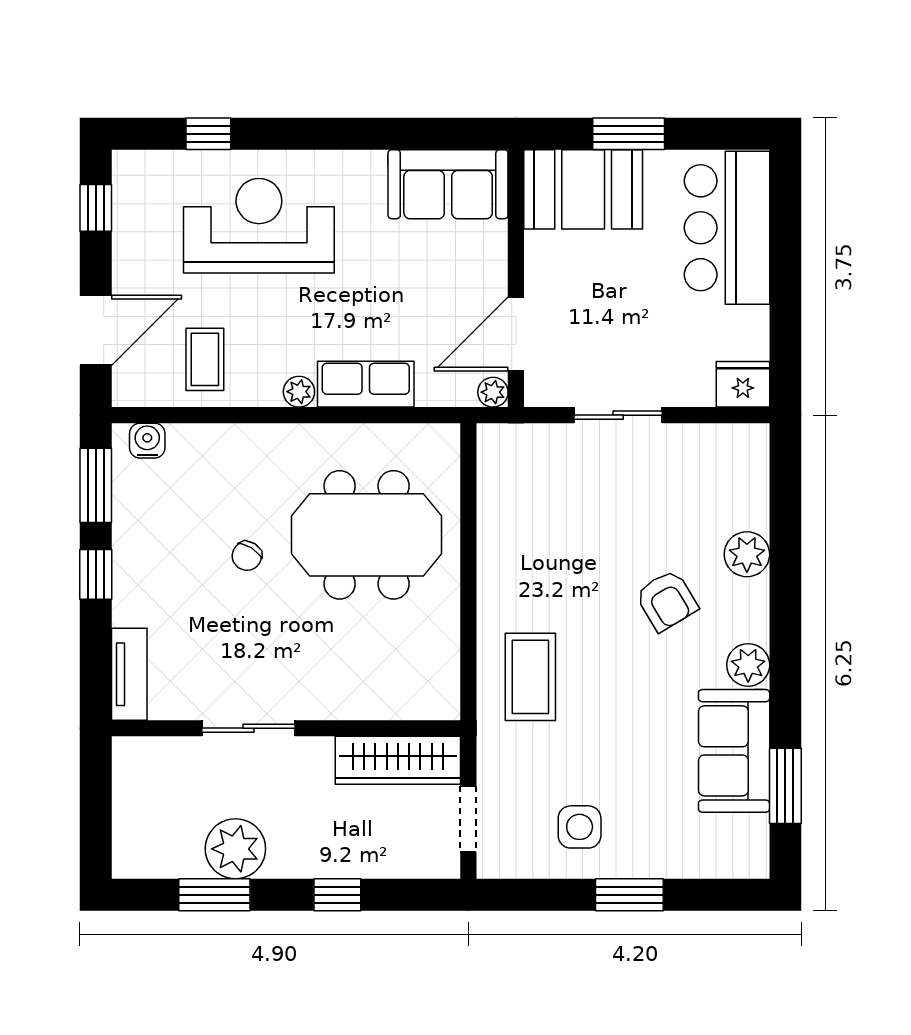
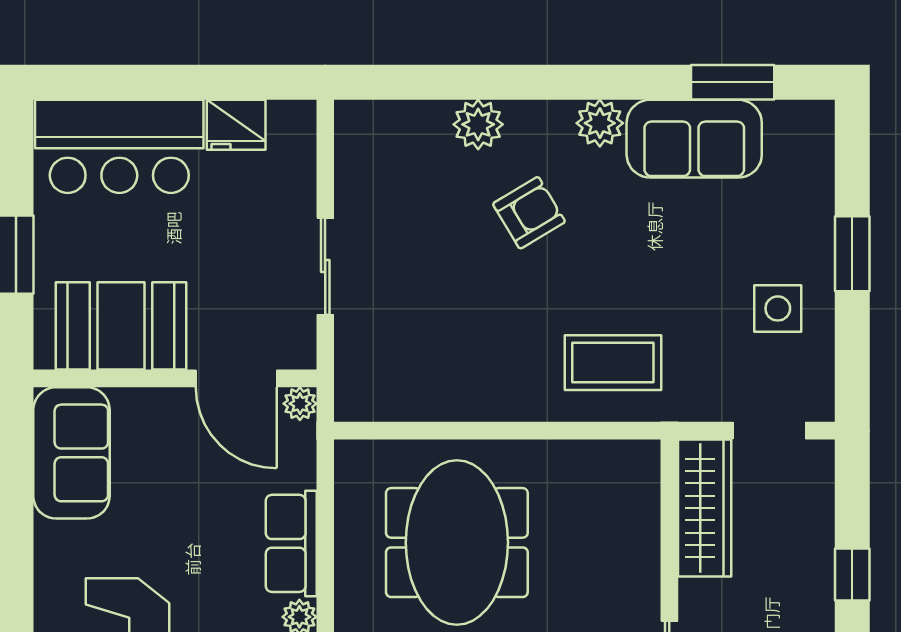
booth: (583, 189) -> (121, 326), moved, turned 90
fridge: (743, 384) -> (236, 125), moved, turned -90

